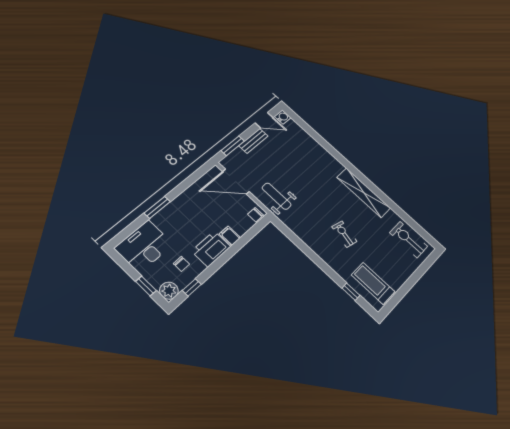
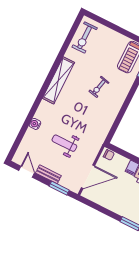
water cooler: (283, 117) -> (35, 124), moved
door: (236, 181) -> (88, 177), hinge flipped
weight bench: (277, 196) -> (64, 143), moved, turned 90

